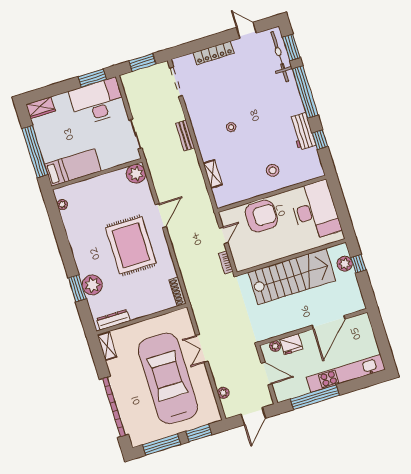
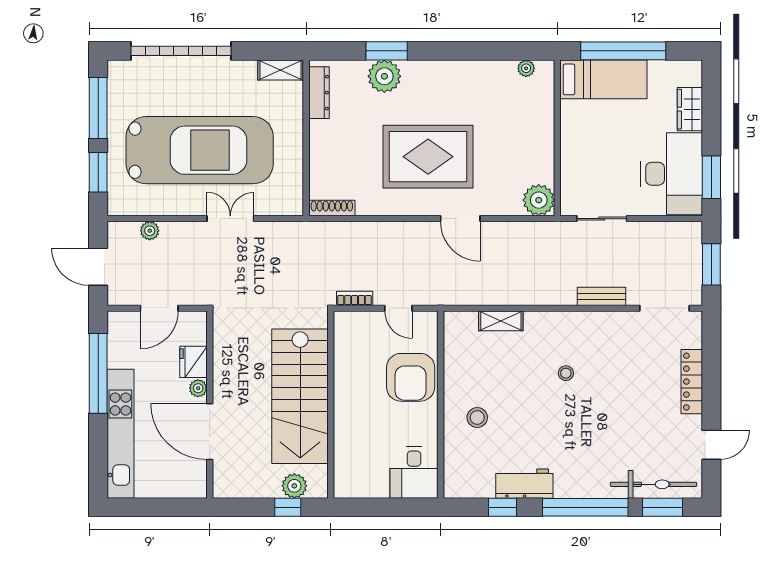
wardrobe: (41, 108) -> (690, 109), moved
bench: (185, 136) -> (601, 296), moved
bed: (73, 168) -> (603, 79), moved, turned -90
desk: (315, 210) -> (414, 473), width x0.53, depth x0.77
plant: (275, 346) -> (198, 388), moved

